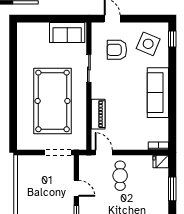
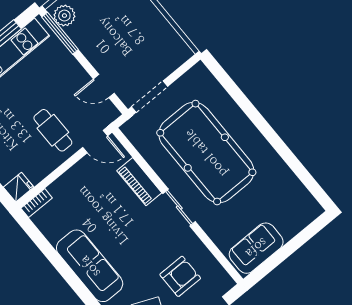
sliding door: (89, 68) -> (179, 208), moved
door: (76, 188) -> (104, 86), moved

